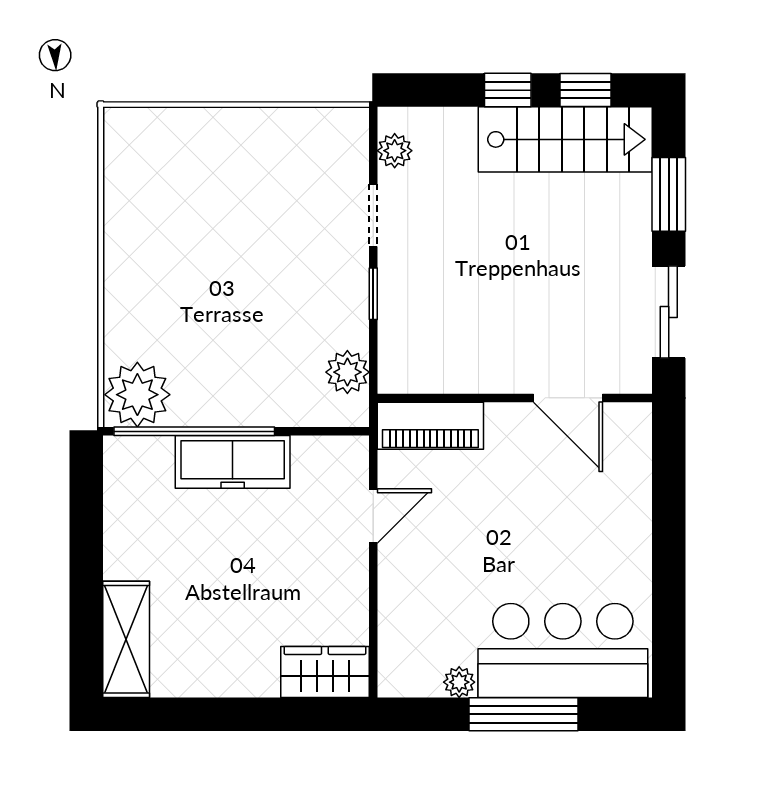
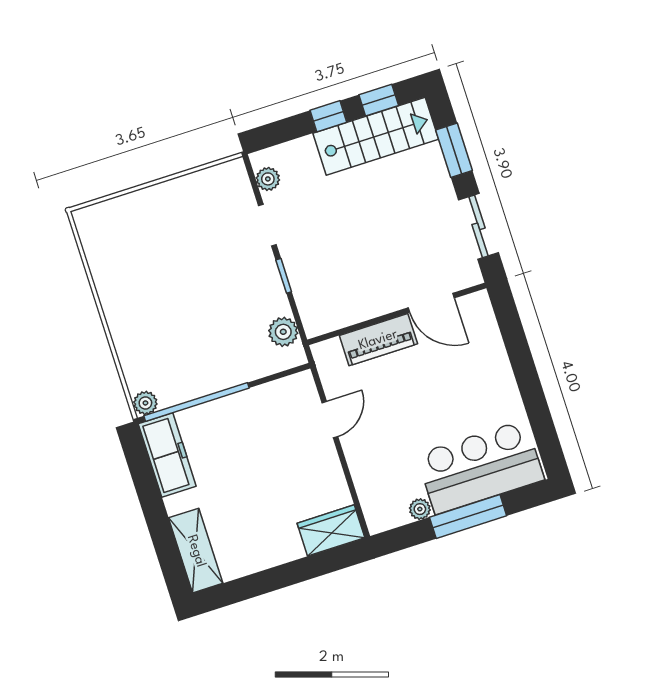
plant: (137, 395) -> (145, 403), width x0.53, depth x0.53
piano: (430, 426) -> (378, 340), moved
freezer: (233, 462) -> (167, 455), moved, turned -90

